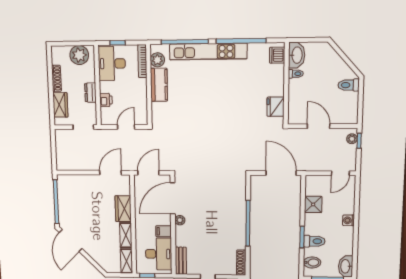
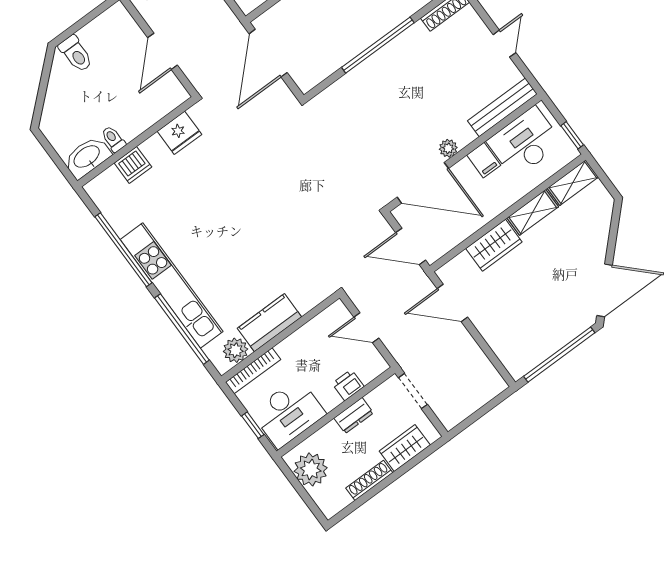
dishwasher: (277, 55) -> (133, 165), moved
bench: (181, 261) -> (502, 107), width x1.36

